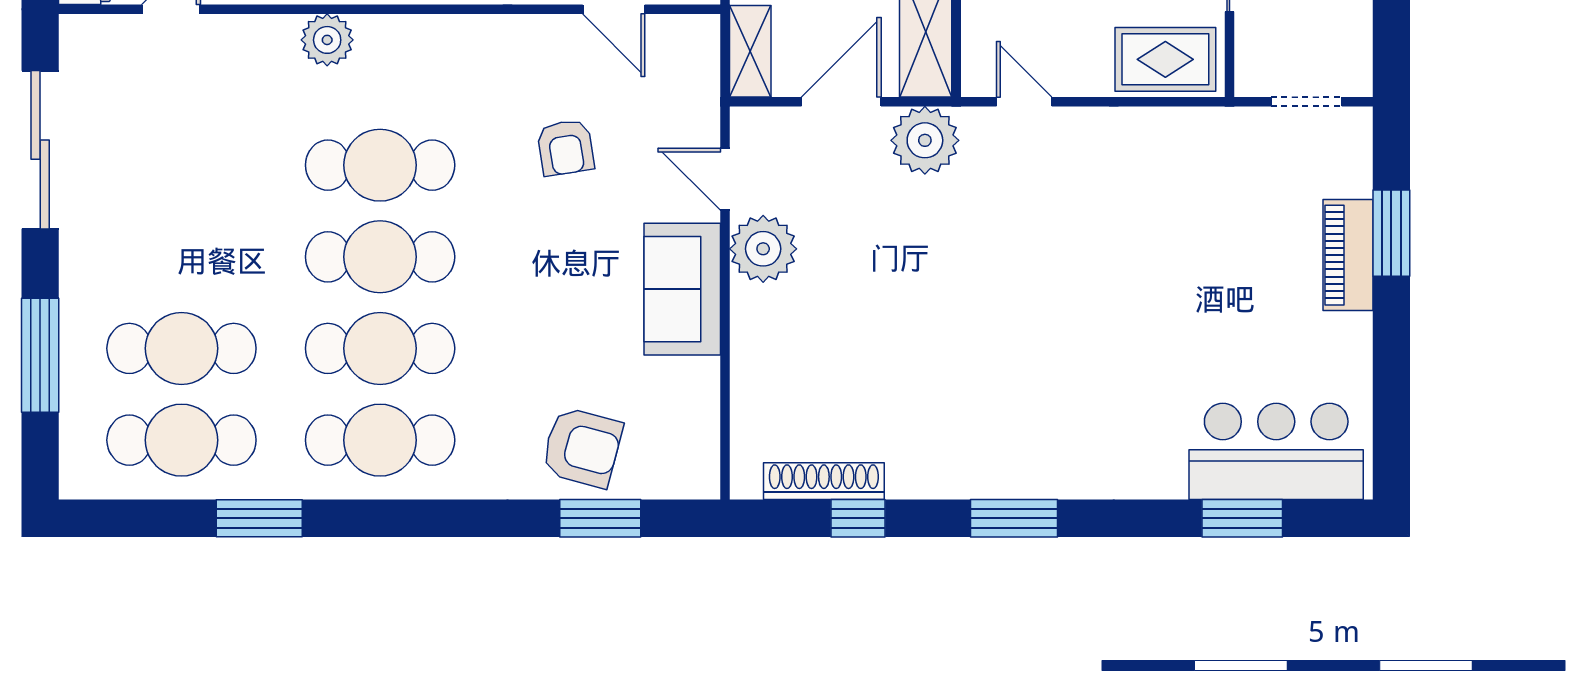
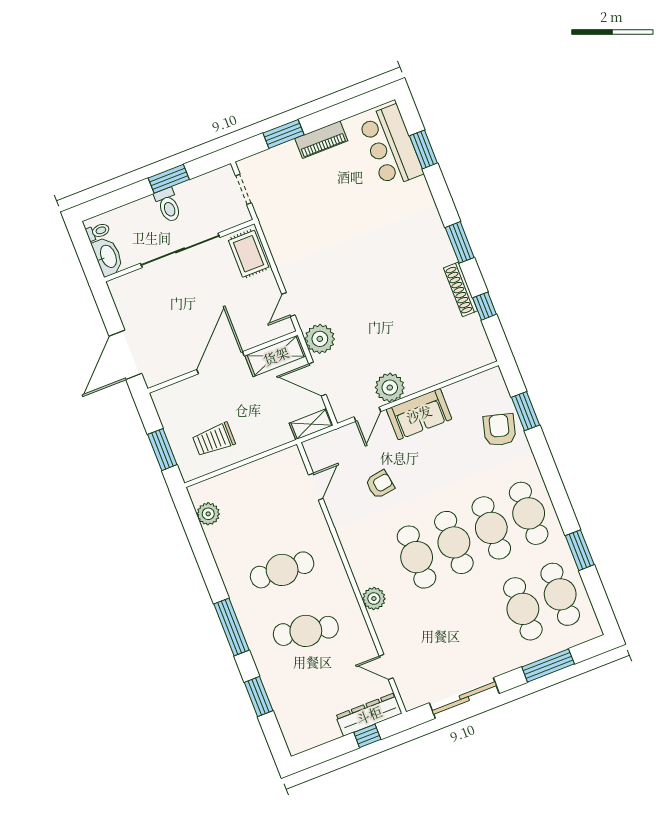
piano: (1348, 255) -> (321, 140), moved
shoe rack: (824, 481) -> (461, 289), moved

